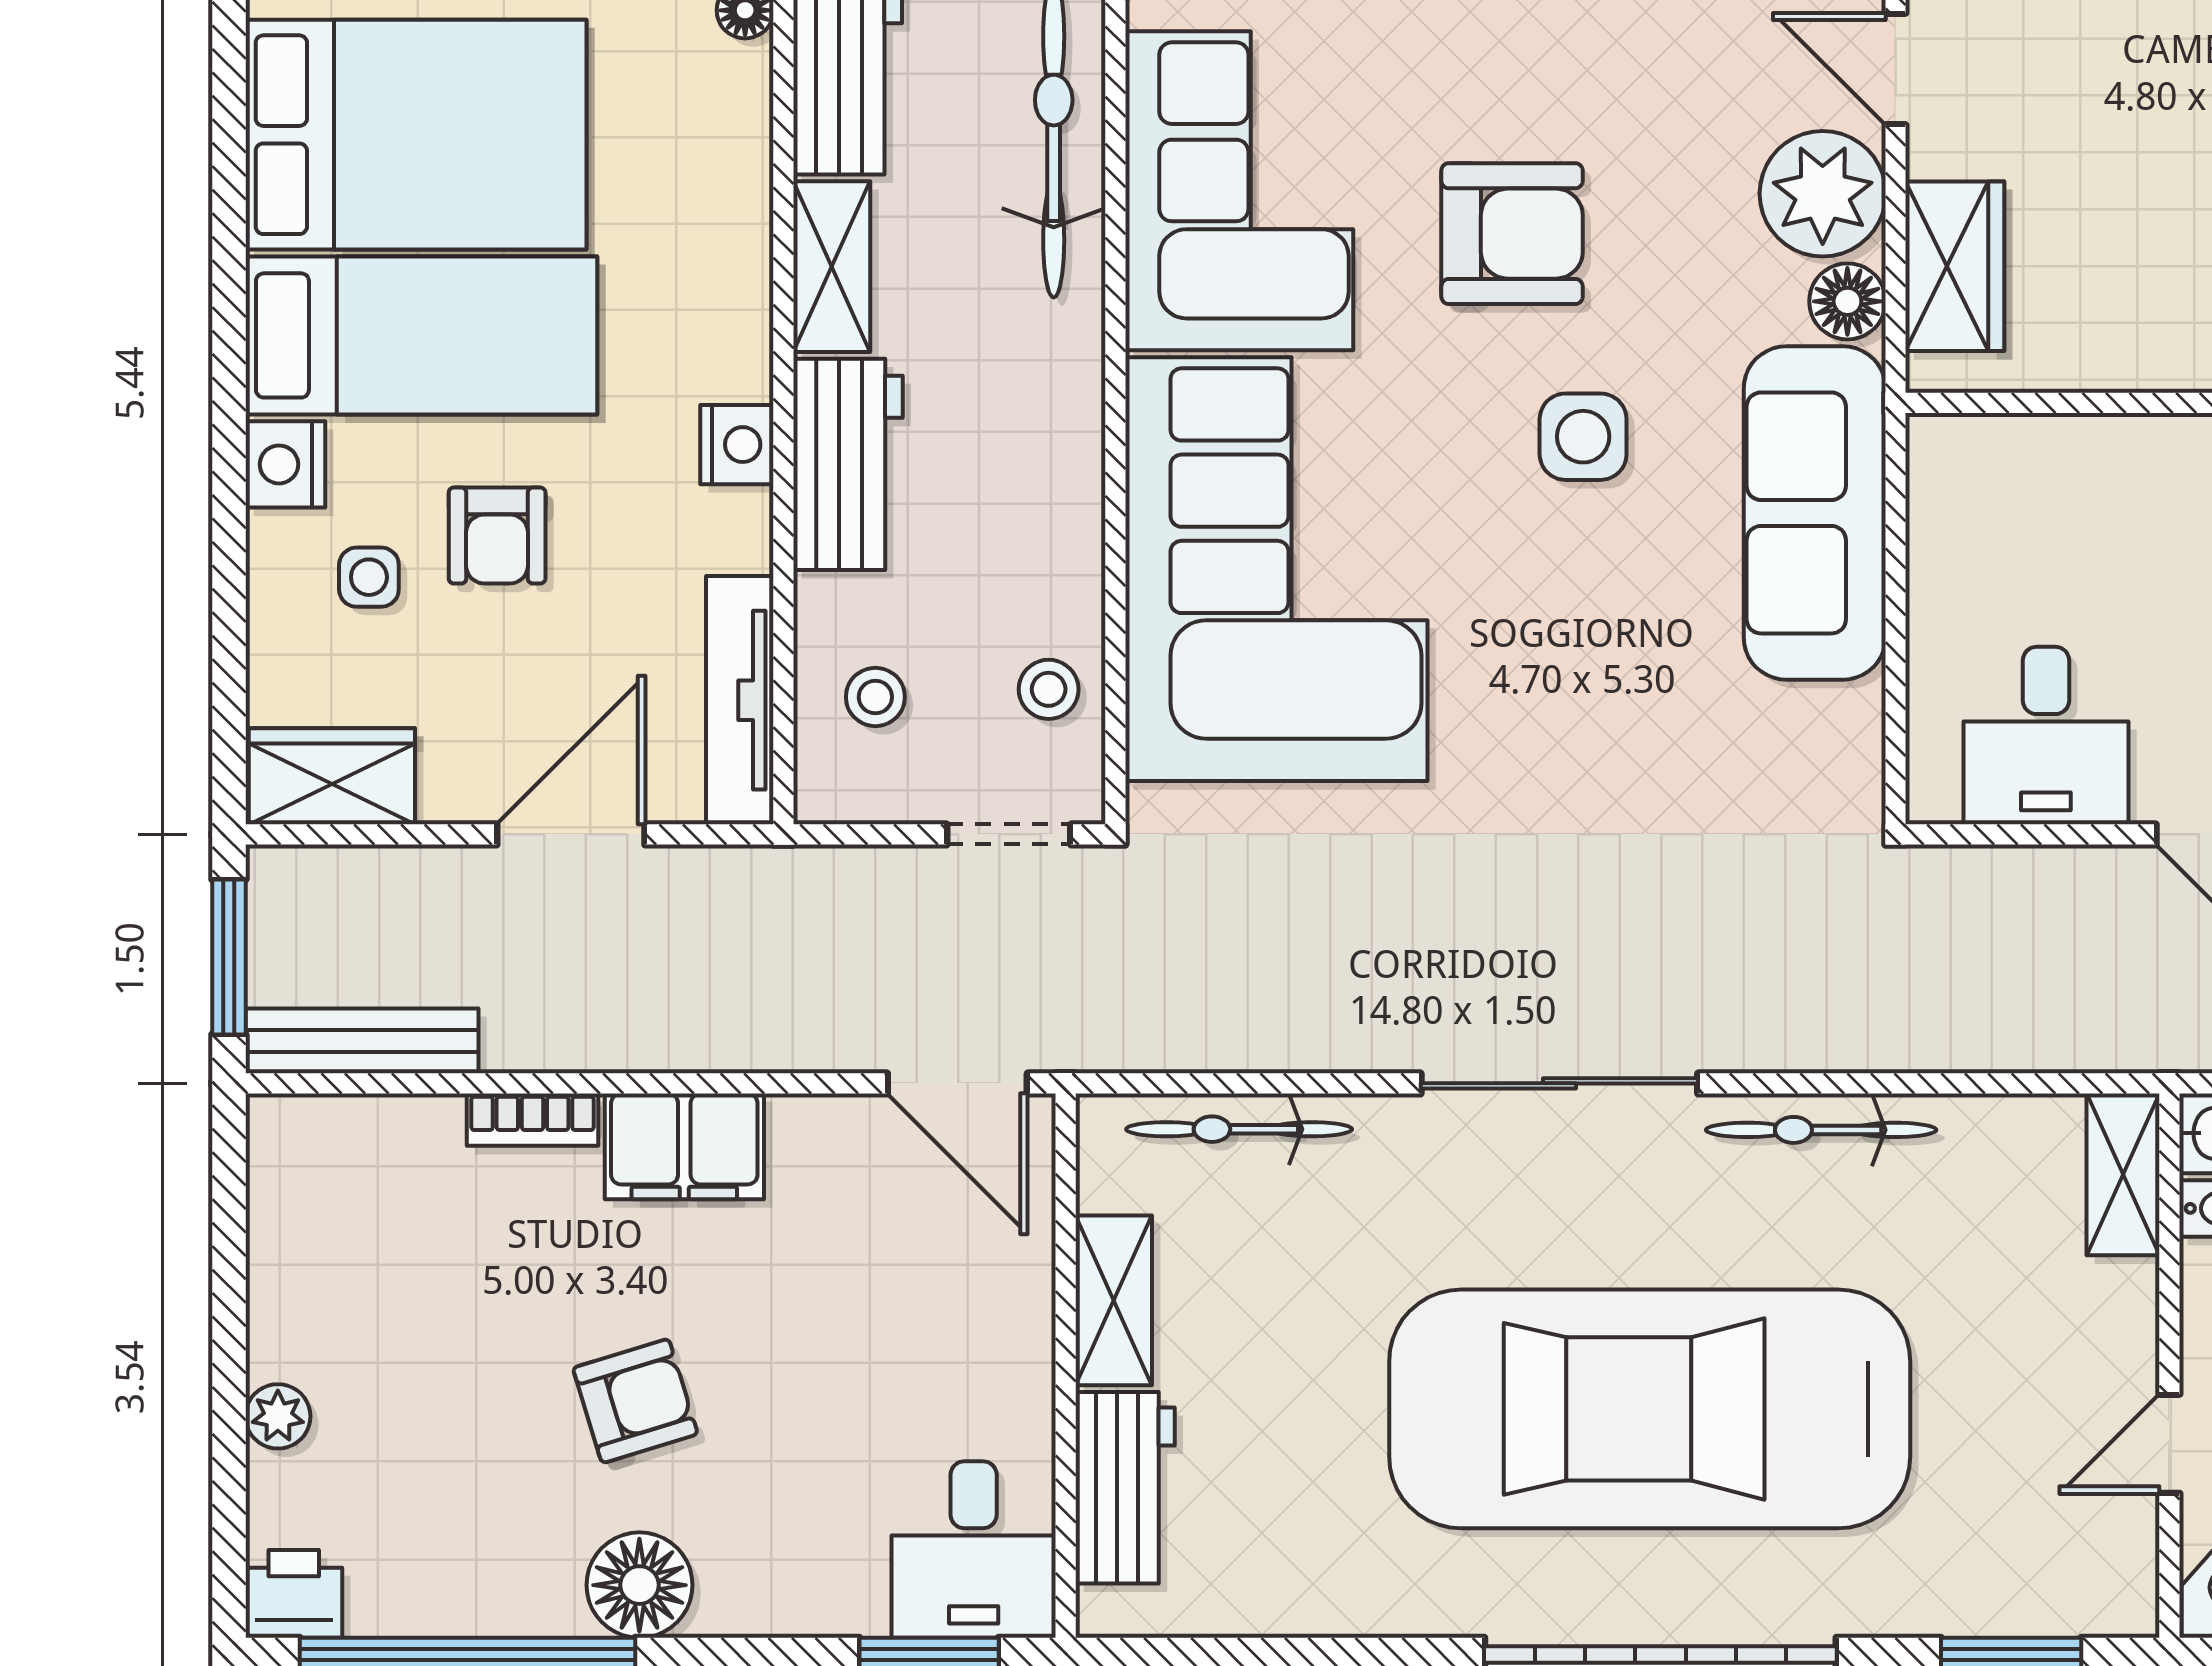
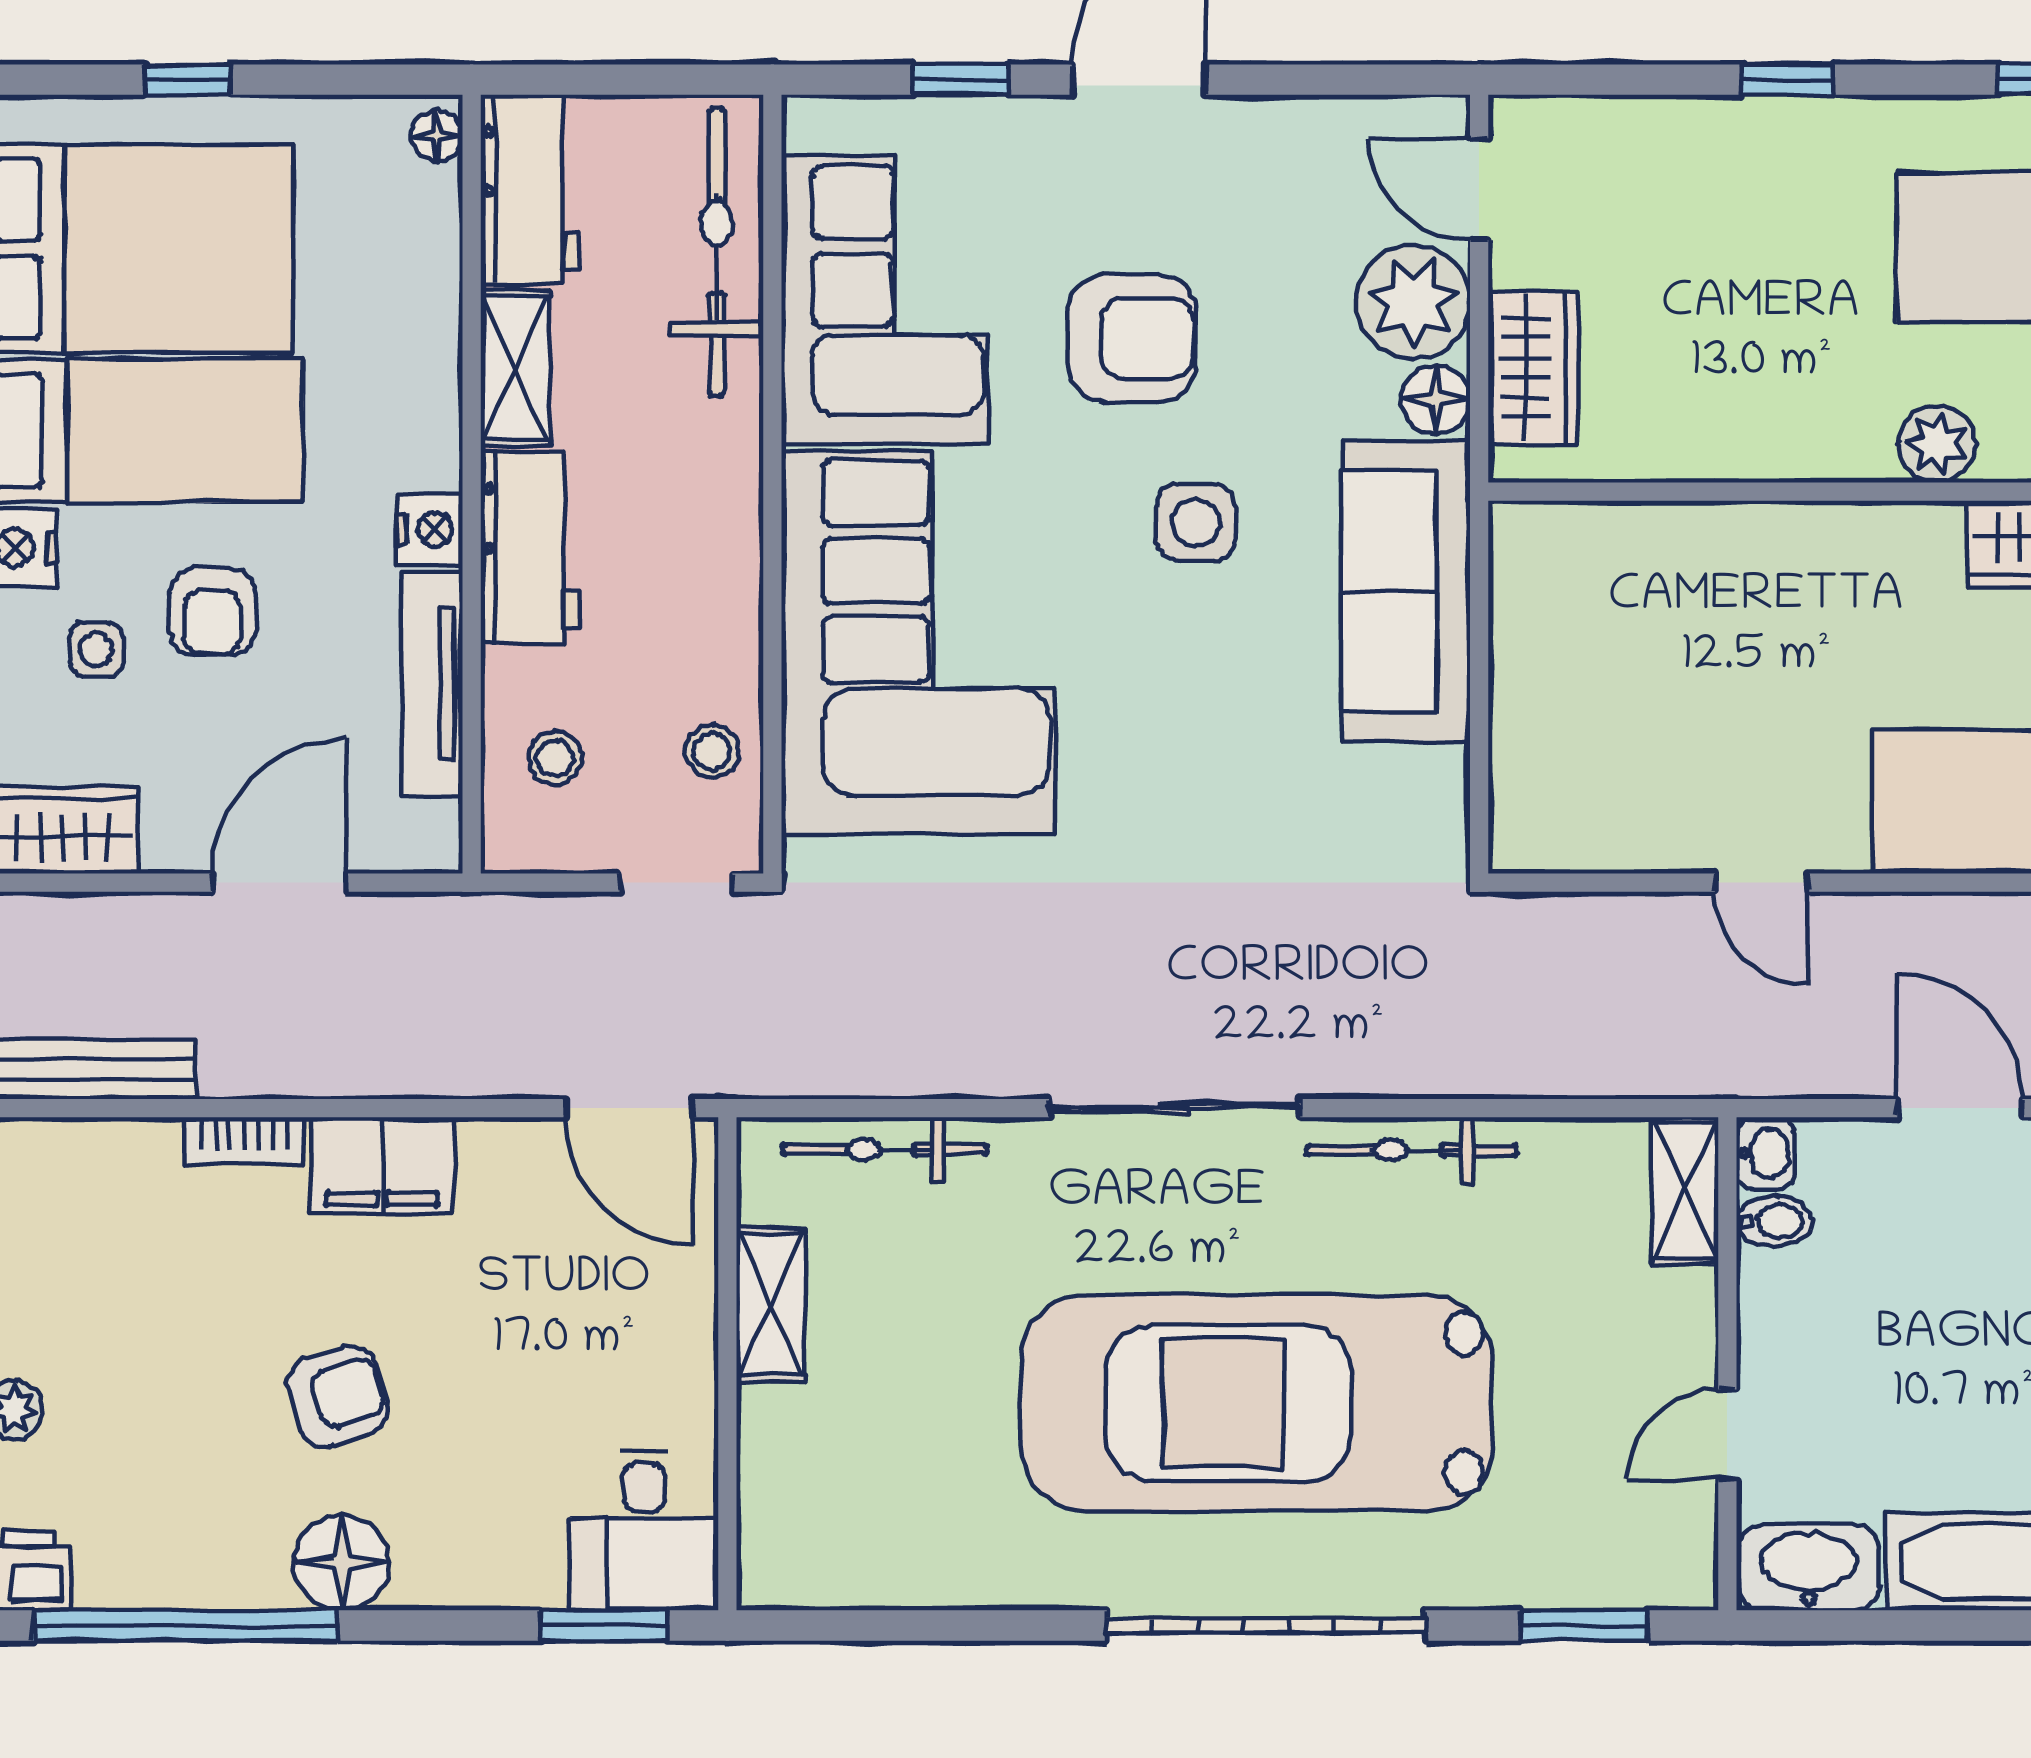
tv unit: (740, 700) -> (432, 684), moved
desk: (2046, 736) -> (1615, 793), removed
workbench: (1125, 1488) -> (781, 1474), removed

